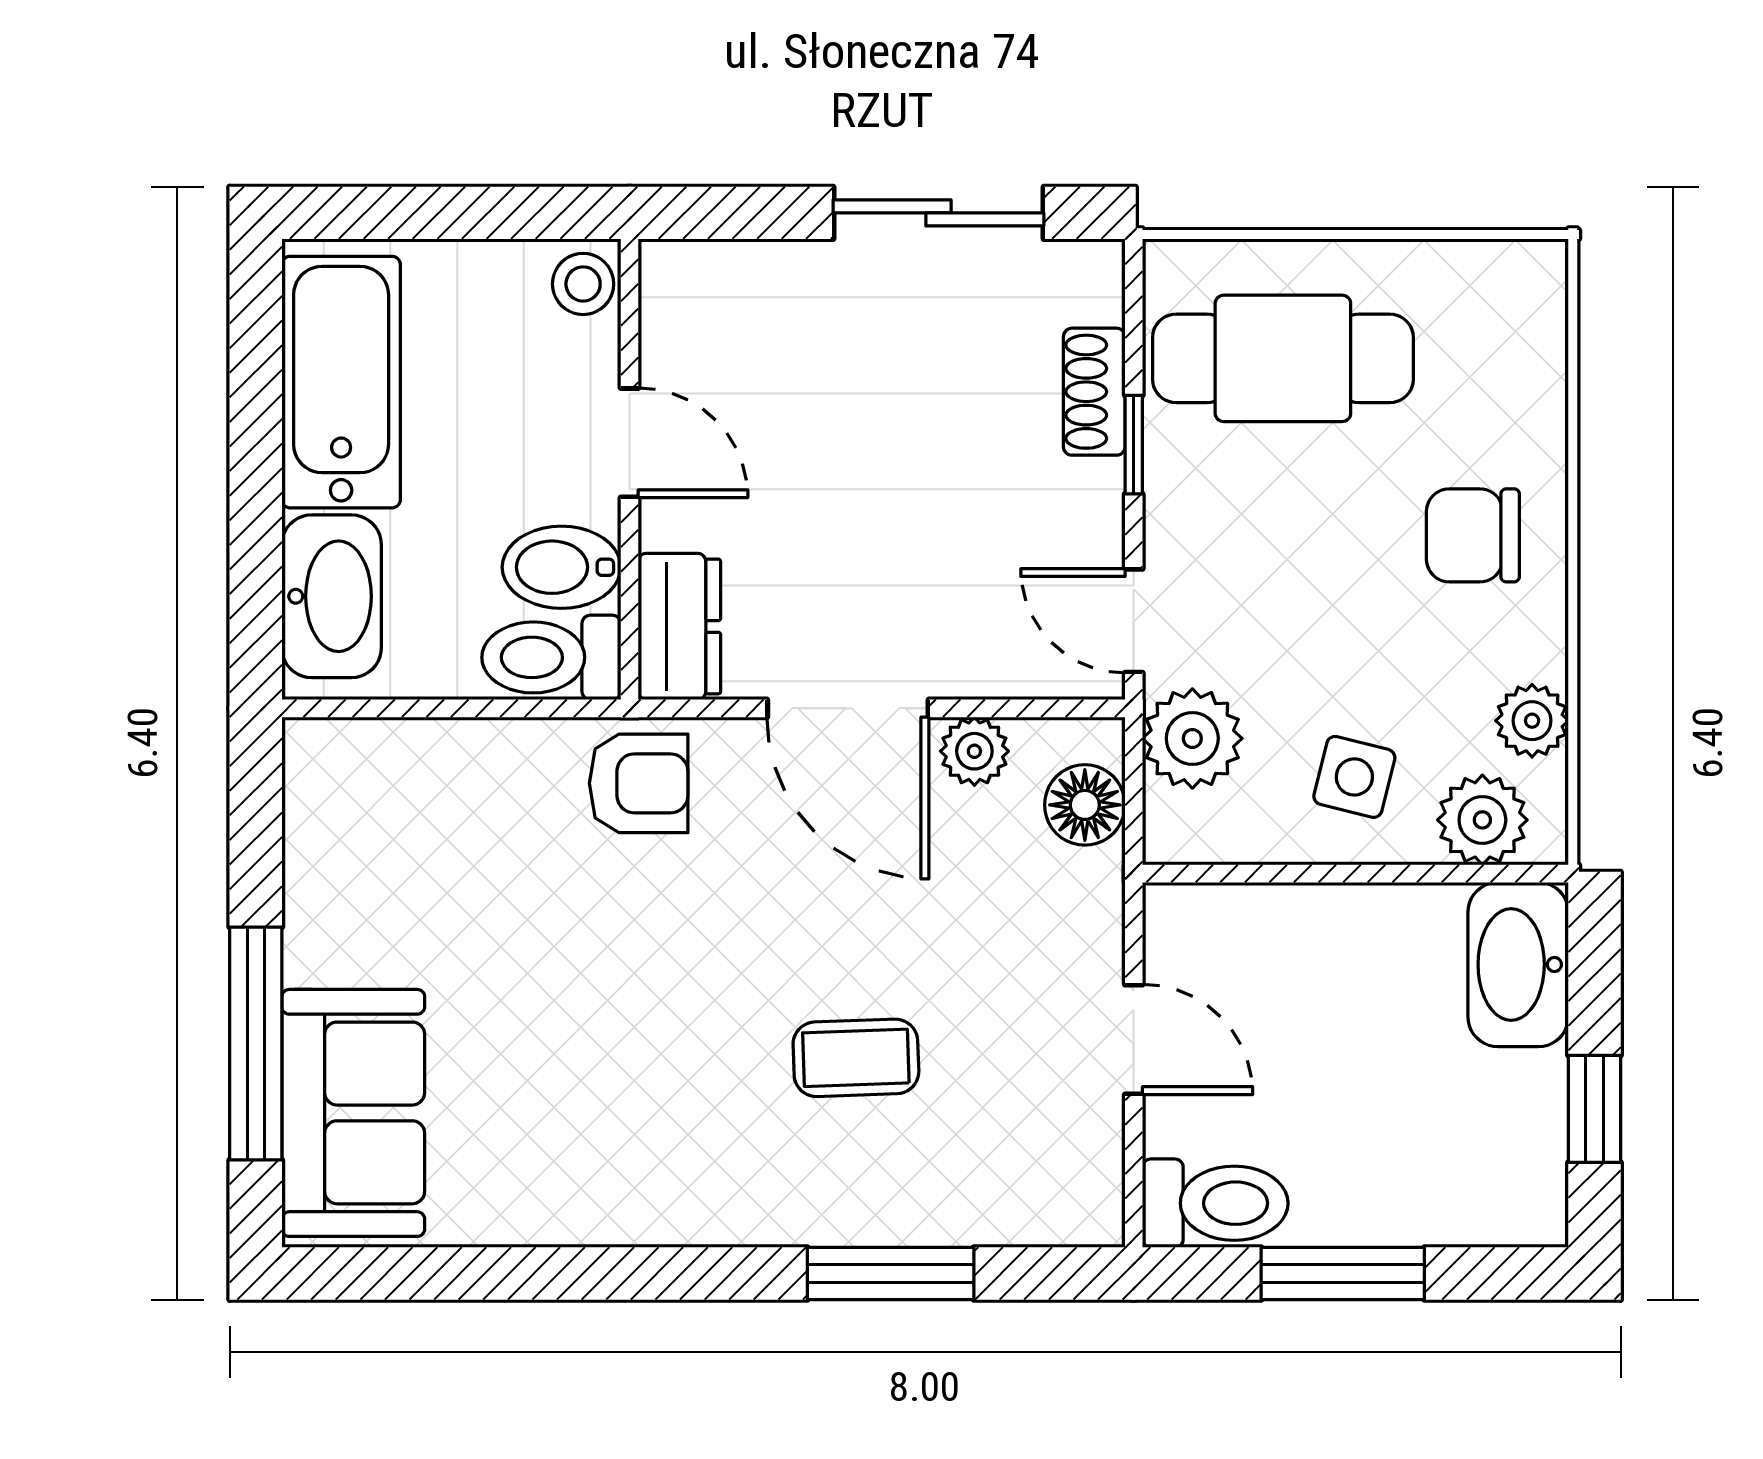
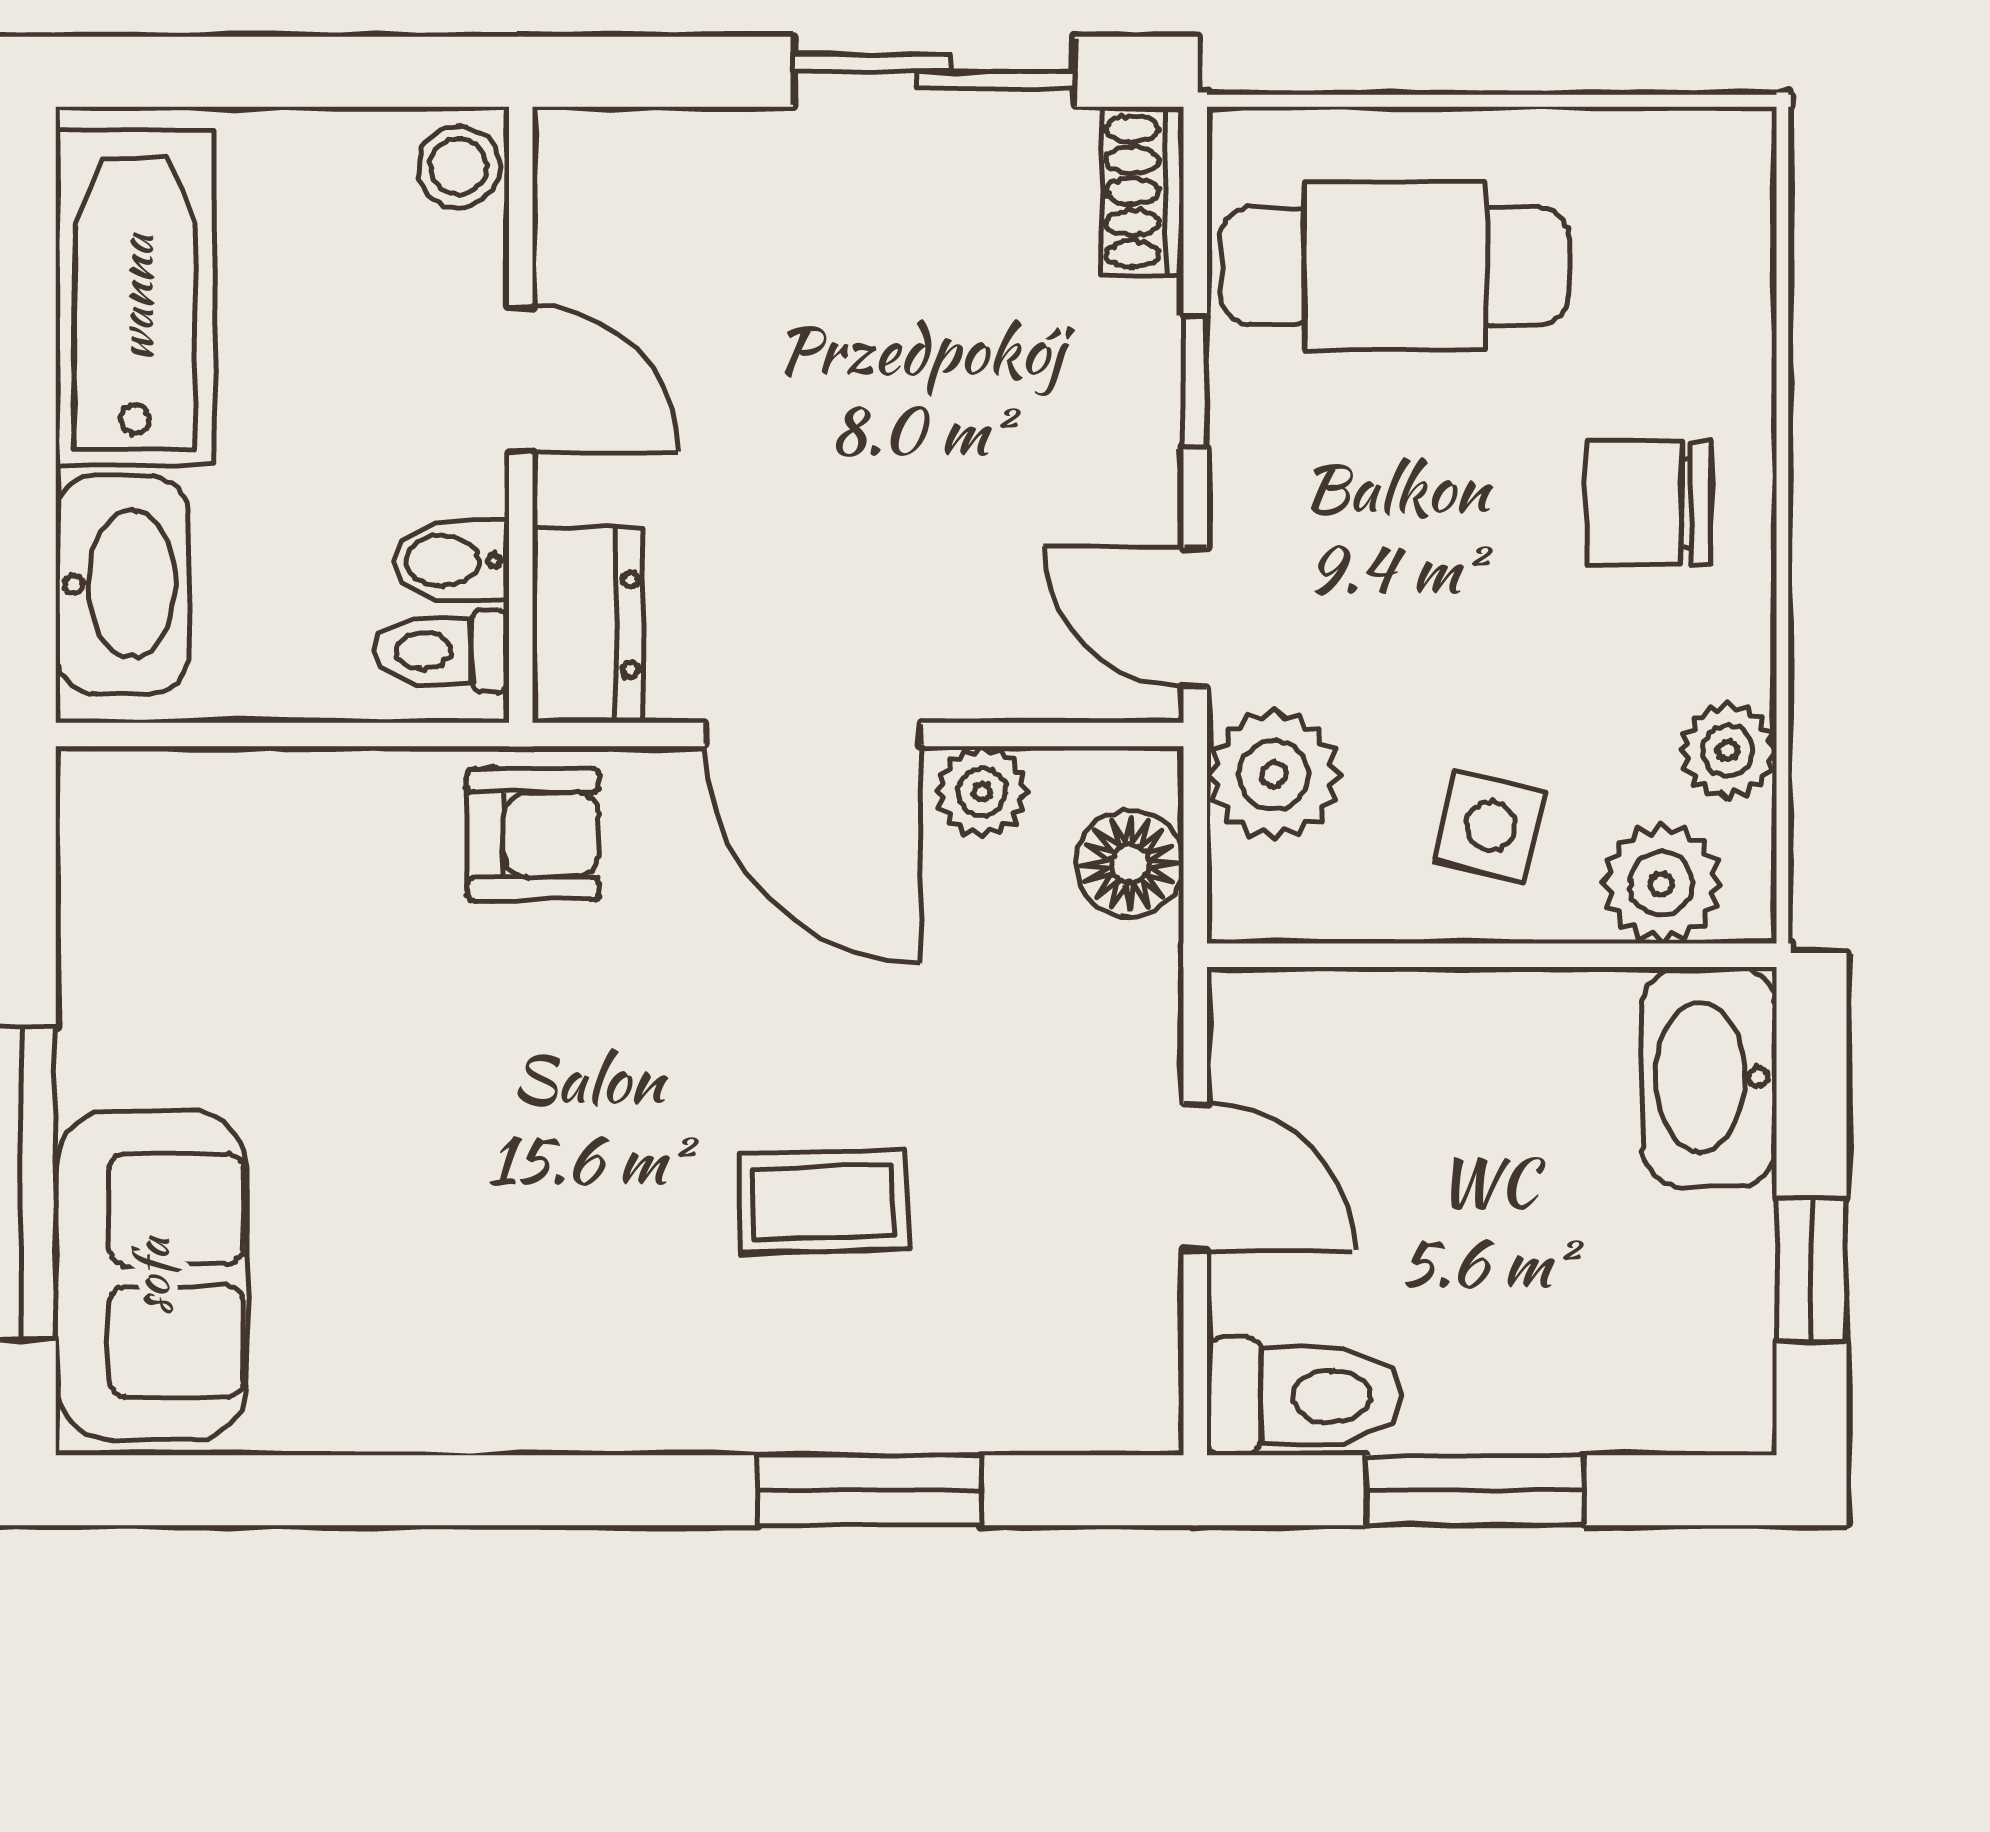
shoe rack: (1094, 392) -> (1142, 191), moved
bidet: (561, 567) -> (451, 561), width x0.72, depth x0.74
toilet: (551, 657) -> (442, 651), width x0.73, depth x0.72

